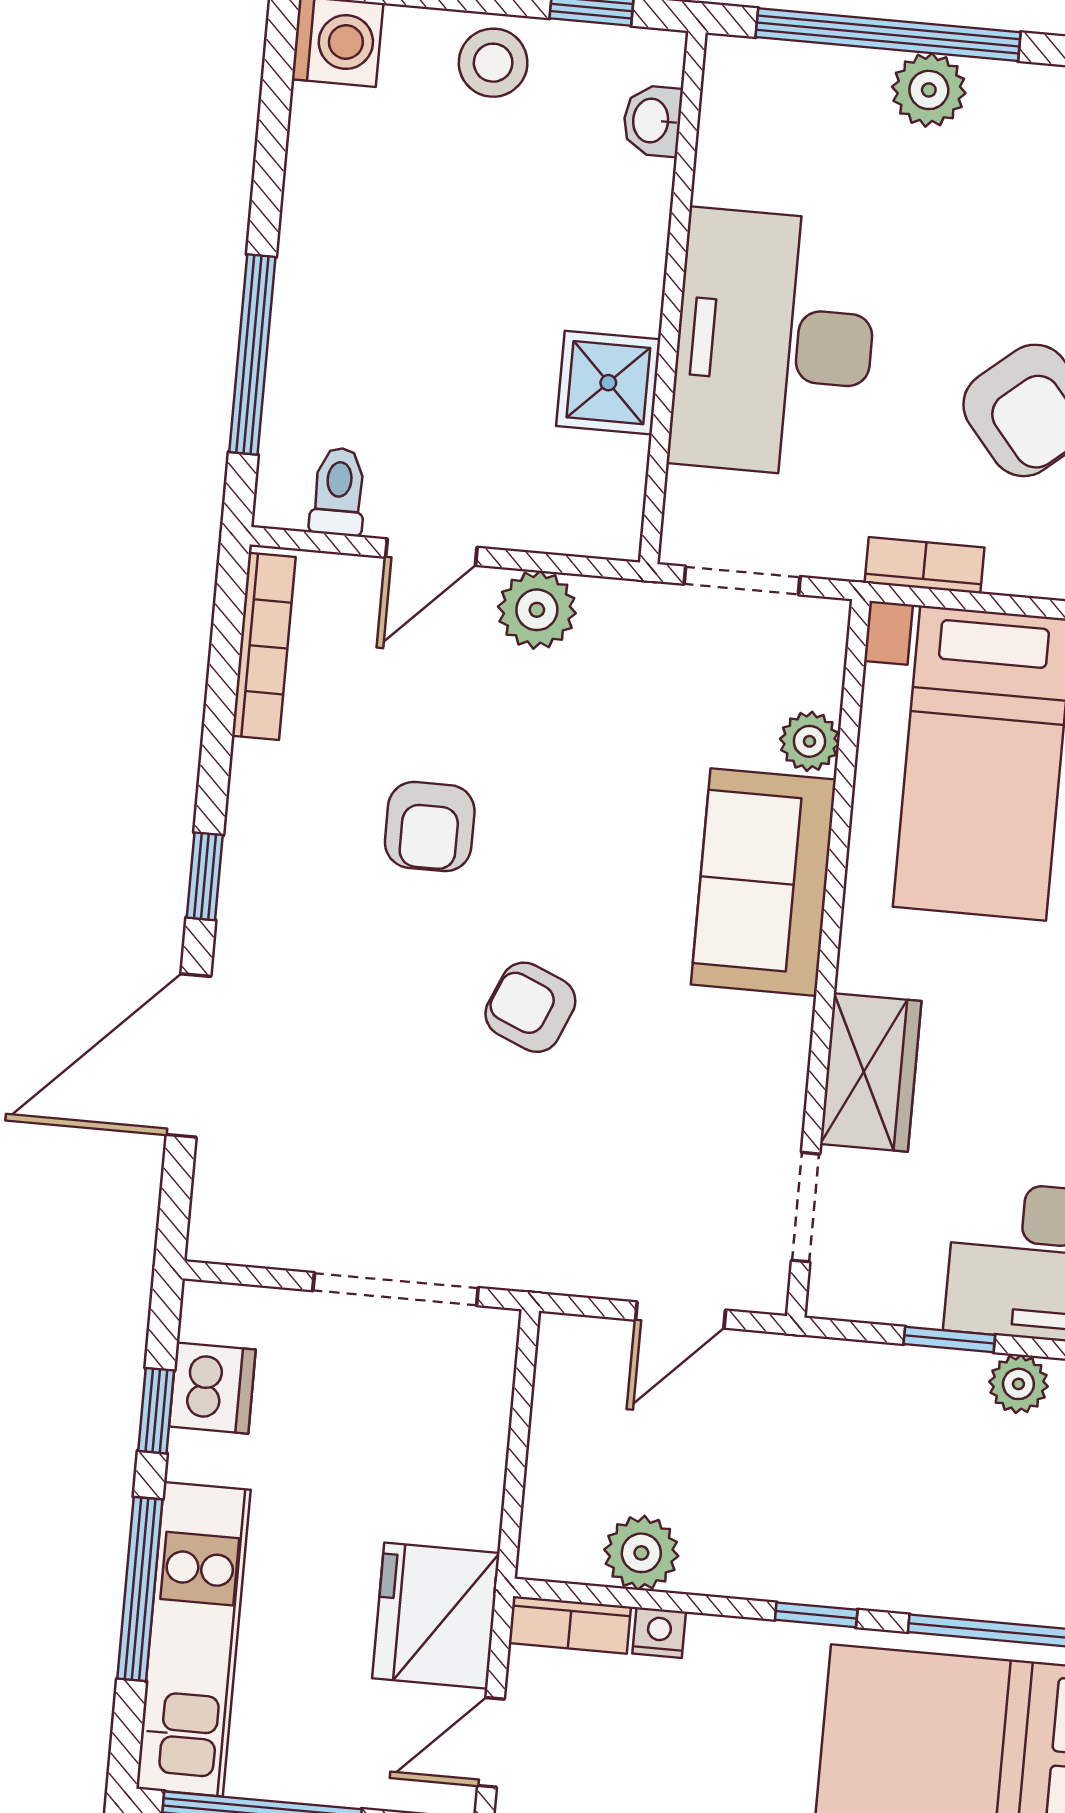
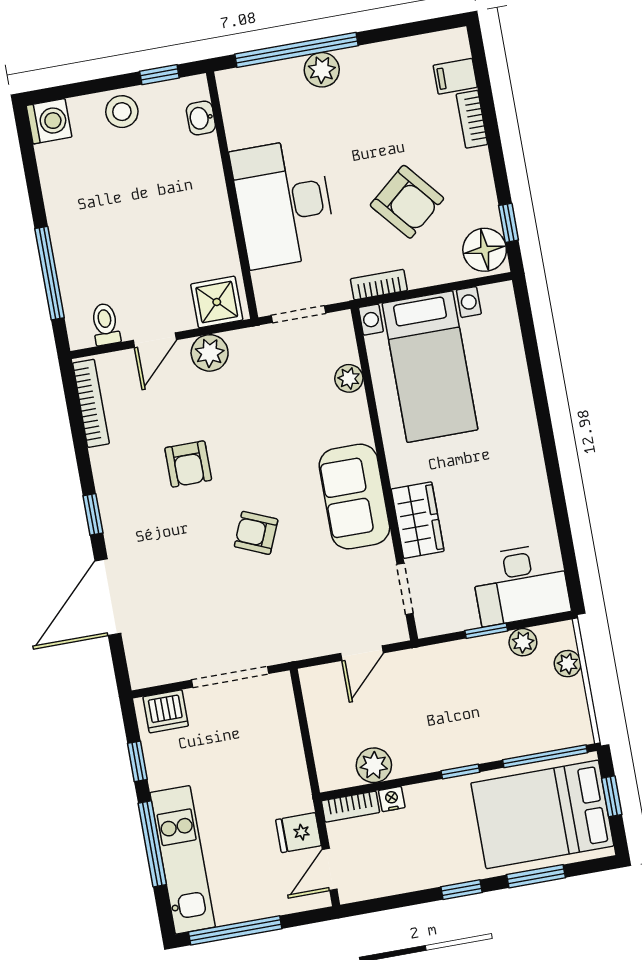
shower: (608, 383) -> (217, 302), moved
sofa: (763, 882) -> (354, 497), moved
dishwasher: (212, 1388) -> (166, 711), moved, turned 90
fridge: (436, 1616) -> (298, 833), width x0.53, depth x0.75

